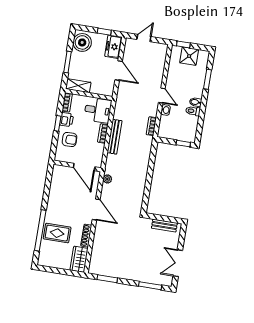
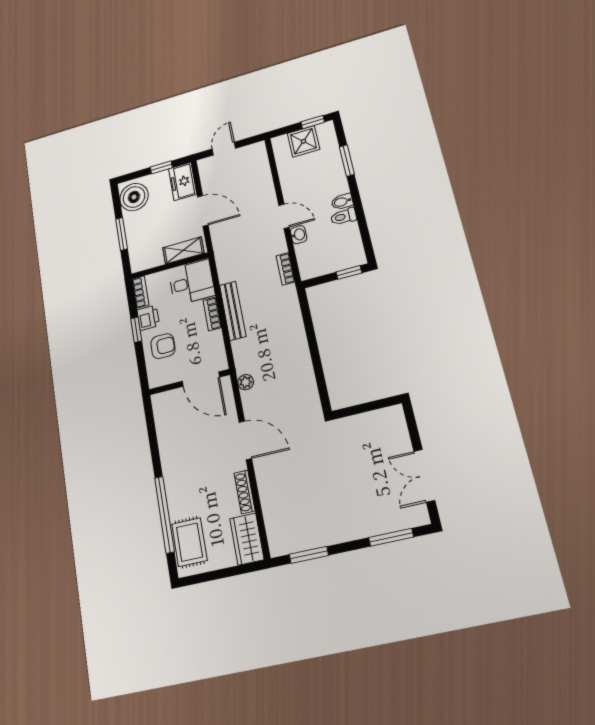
window: (183, 44) -> (313, 122), moved
shelving: (78, 86) -> (183, 250), moved
bench: (164, 226) -> (373, 419), removed
rug: (57, 233) -> (189, 542), moved, turned 90

